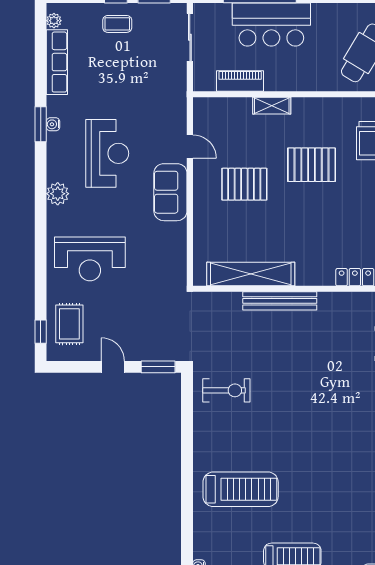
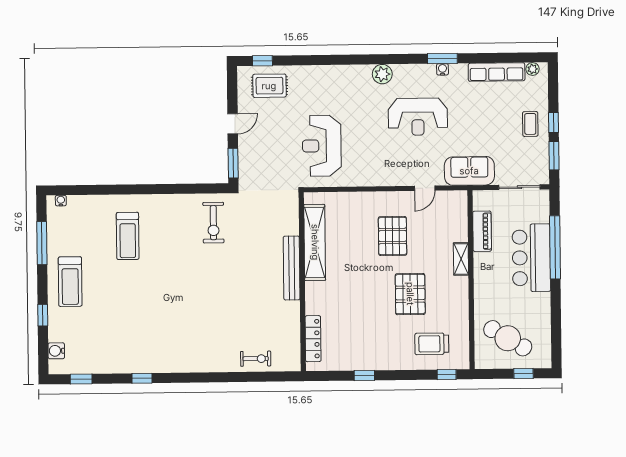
sofa: (170, 192) -> (469, 171), moved
reception desk: (90, 259) -> (322, 146), moved
treadmill: (241, 489) -> (128, 236), width x0.73, depth x0.73

